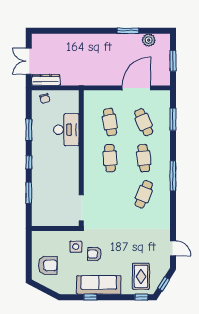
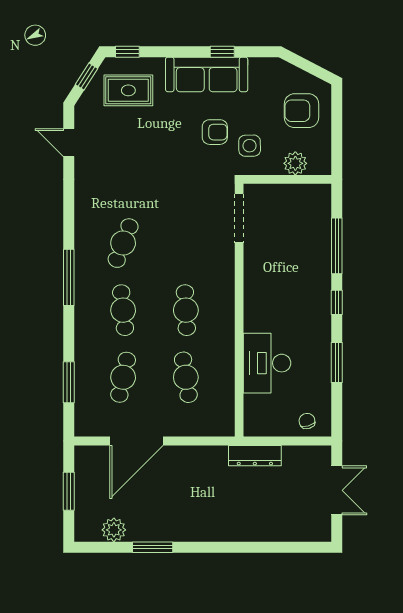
dresser: (46, 80) -> (255, 456), moved
cafe table: (144, 122) -> (123, 377), turned 36
window: (29, 193) -> (337, 246), width x1.44
plant: (51, 237) -> (295, 163), added
rug: (141, 276) -> (128, 90), turned 90

